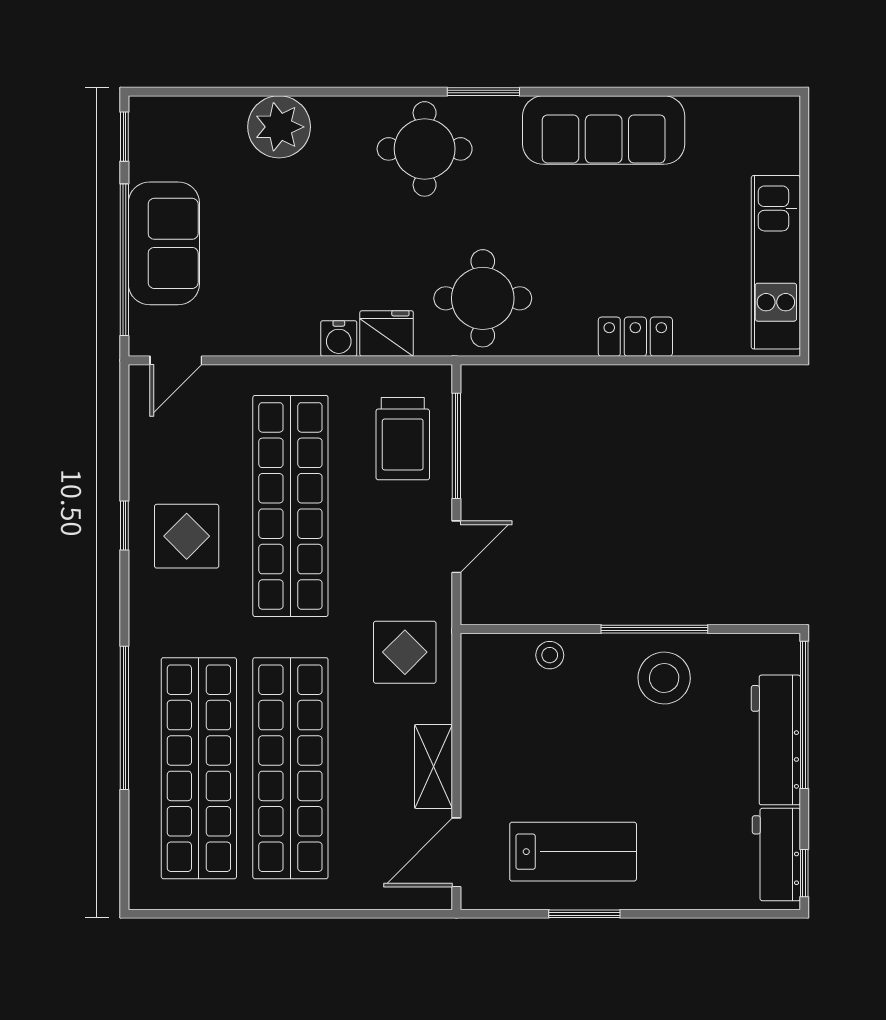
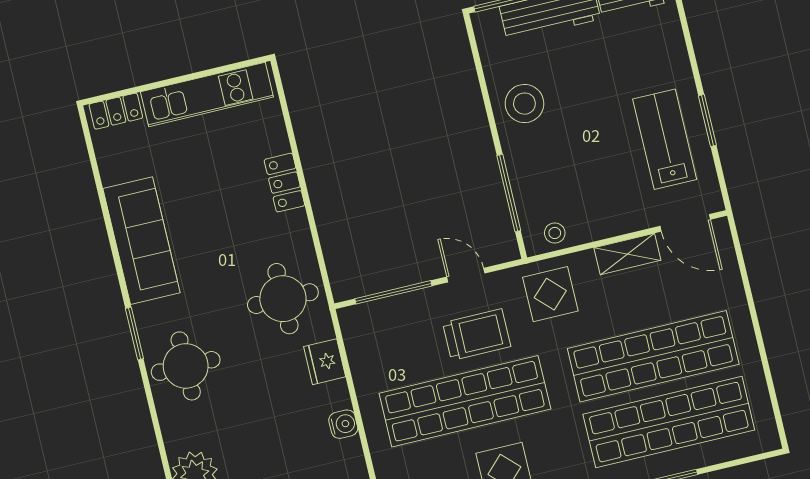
locker: (782, 137) -> (116, 111), added
water cooler: (339, 338) -> (343, 424), moved
trolley: (403, 439) -> (477, 335), moved
window: (654, 629) -> (509, 193), moved
stool: (550, 655) -> (555, 233), moved

